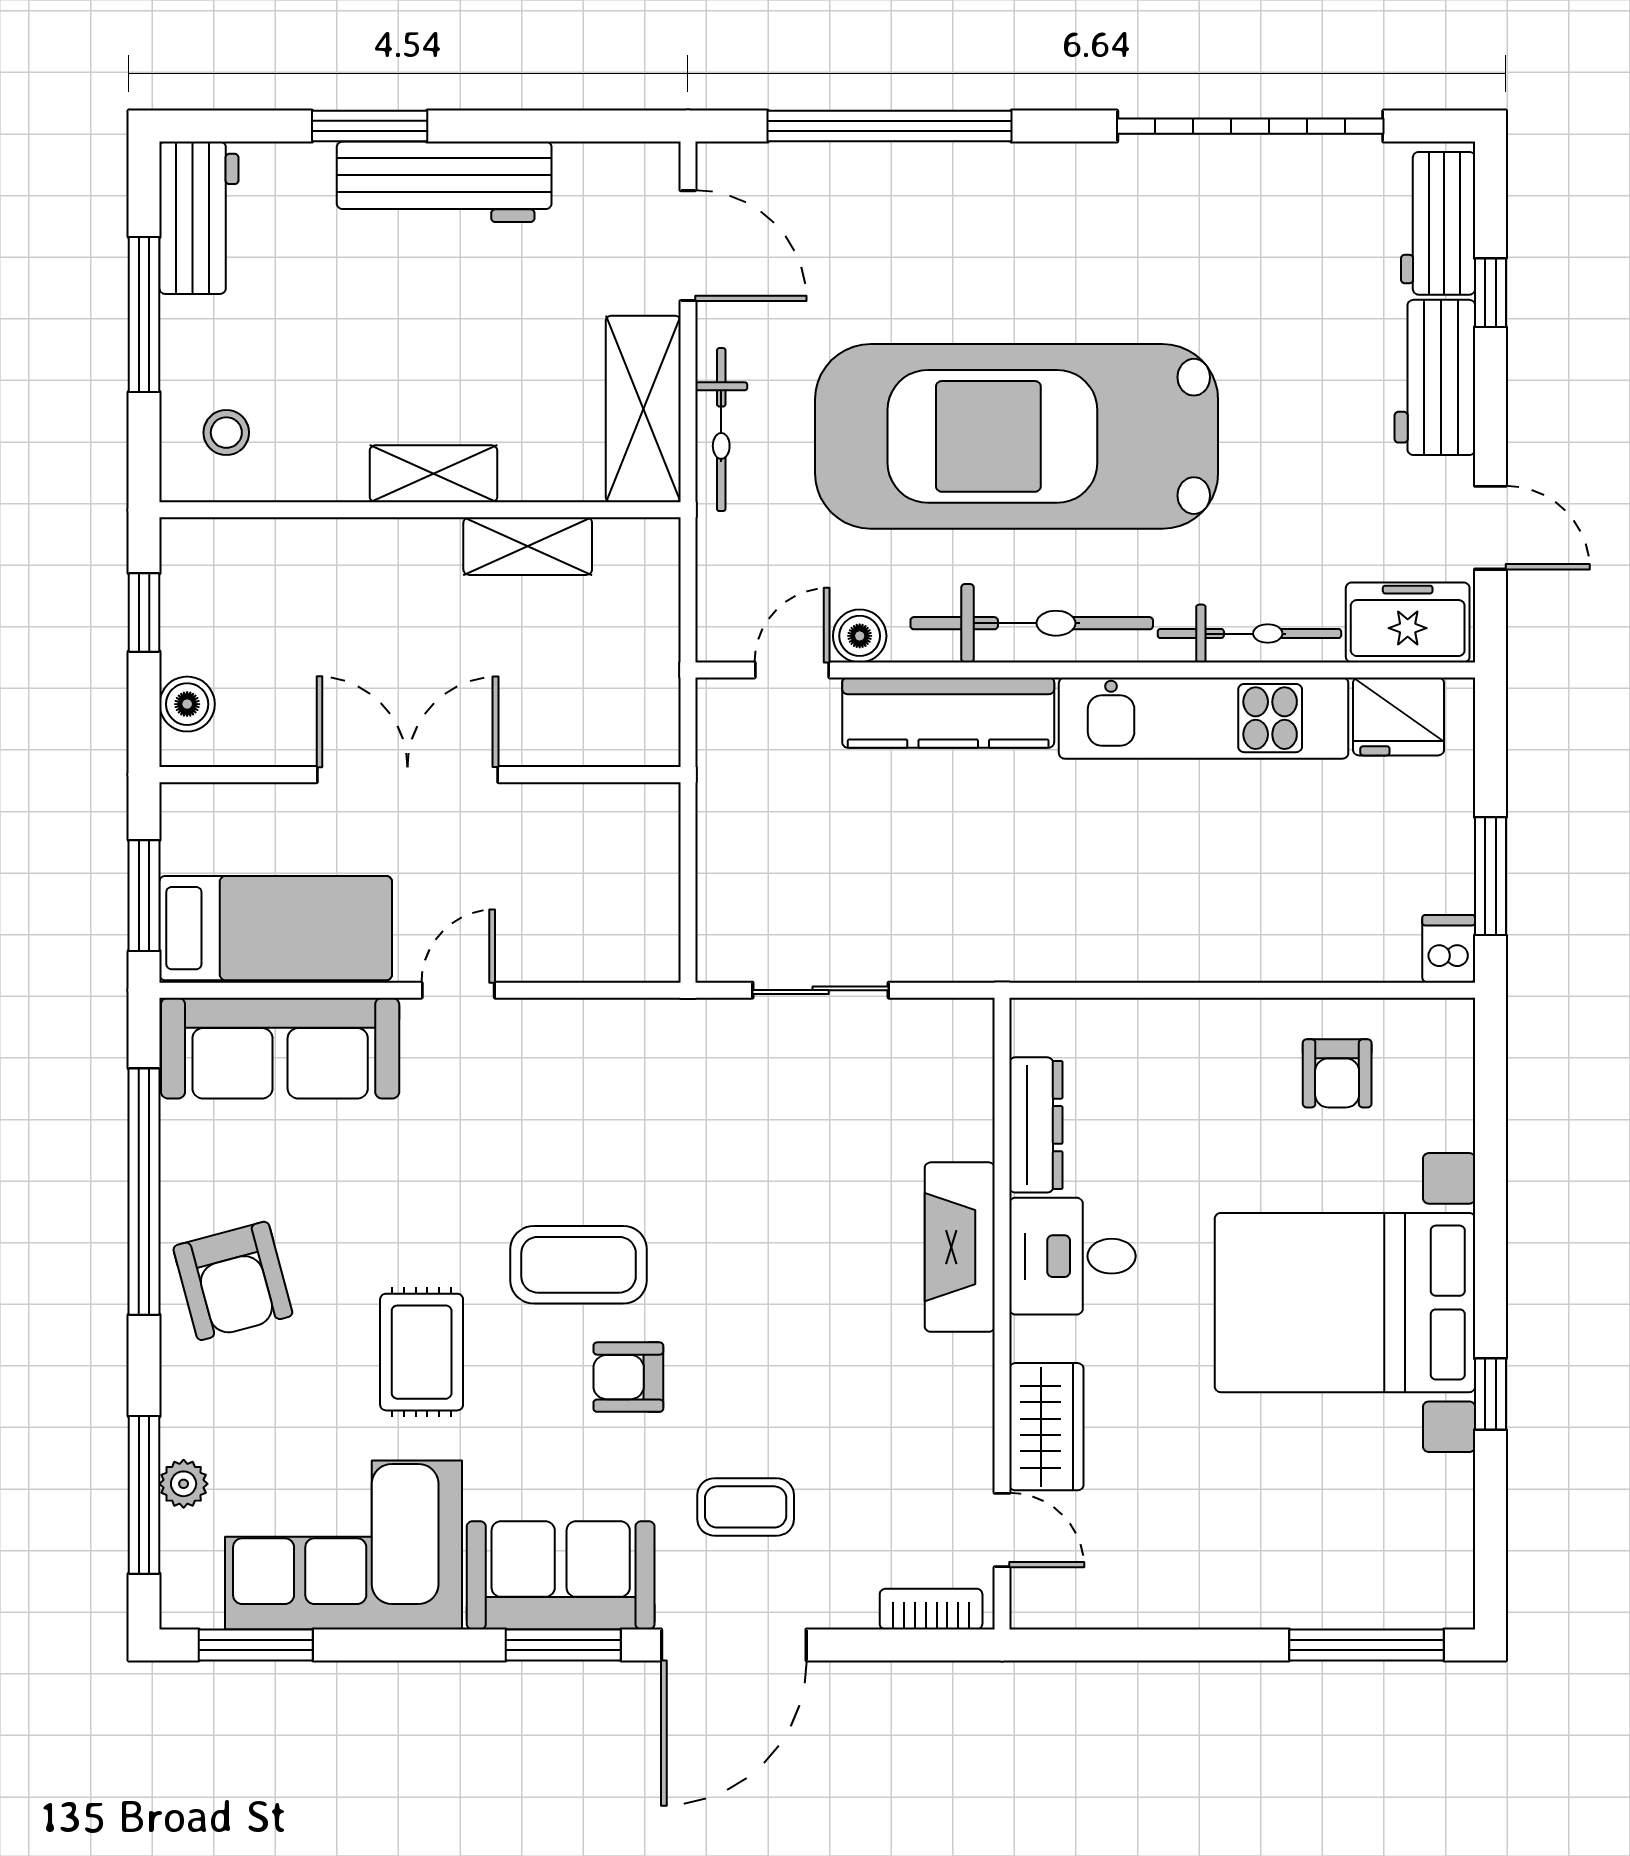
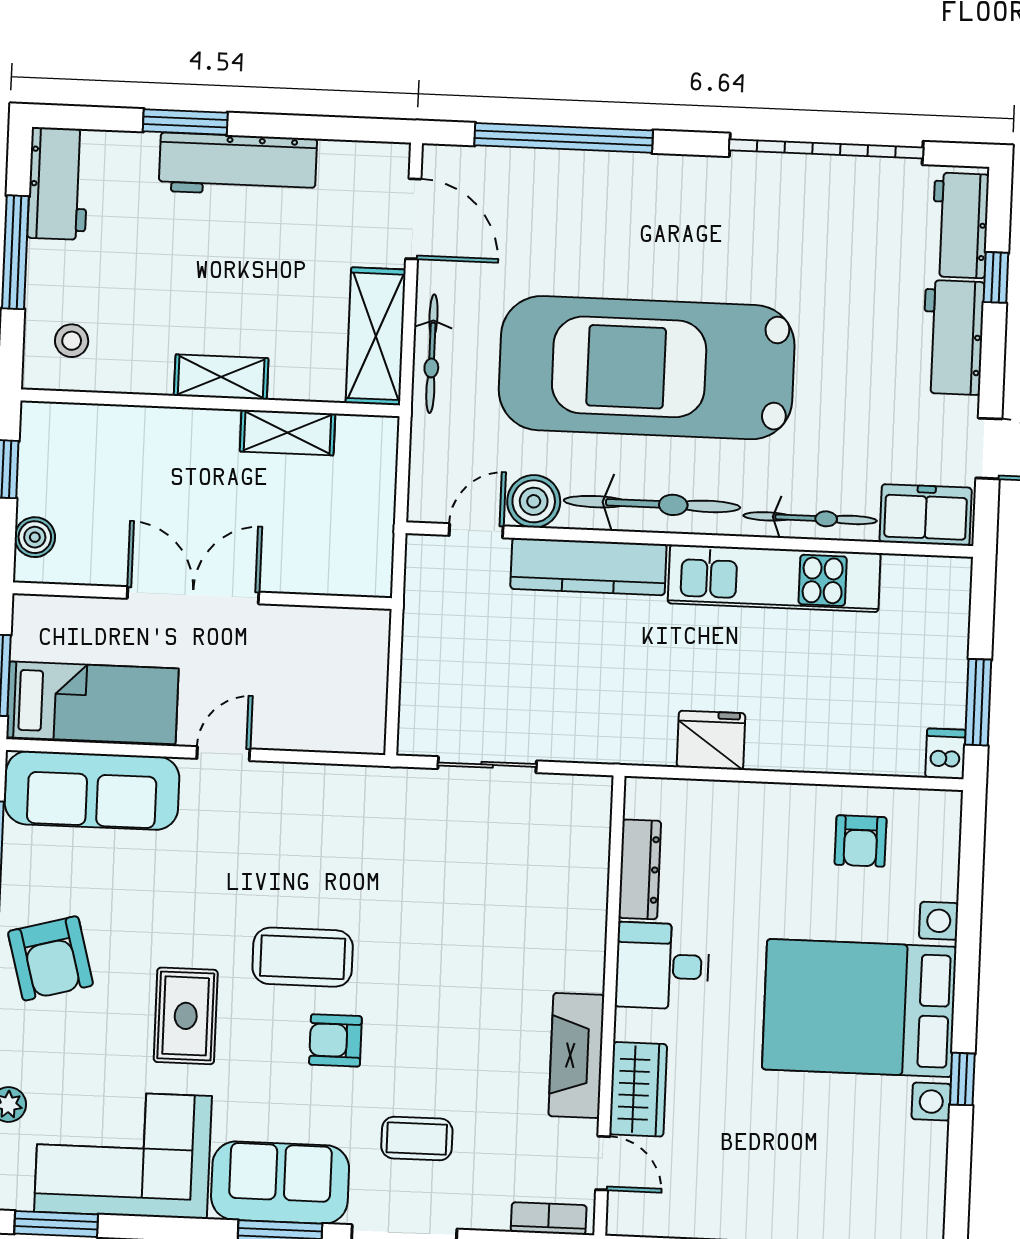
boiler: (860, 636) -> (534, 501), width x1.36, depth x1.36
fridge: (1399, 716) -> (711, 740), moved, turned 180
fireplace: (960, 1247) -> (576, 1056), moved

